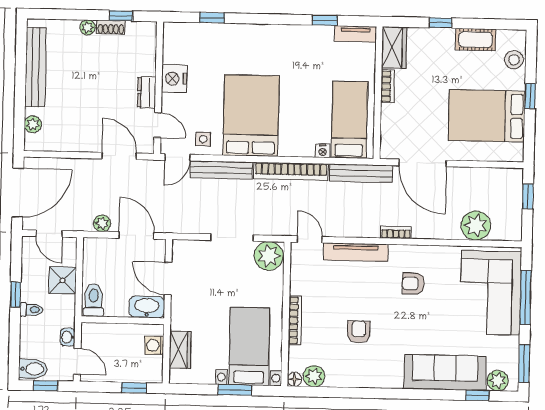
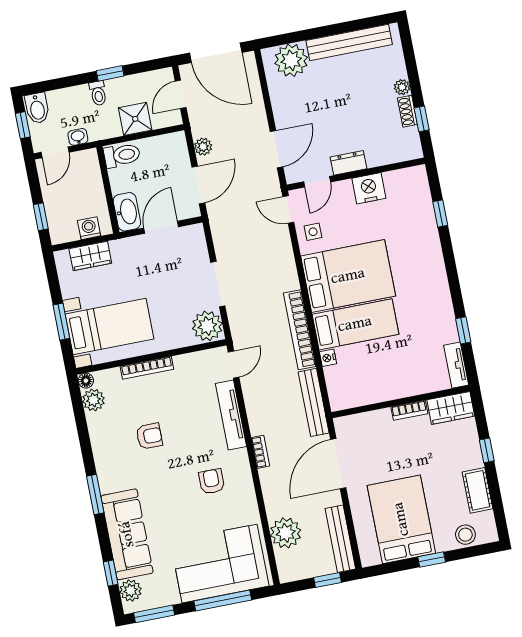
bed: (349, 120) -> (355, 324), moved
plant: (33, 124) -> (291, 60), width x1.87, depth x1.87
bench: (221, 170) -> (340, 539), moved
window: (402, 394) -> (95, 494), added

